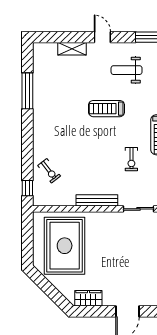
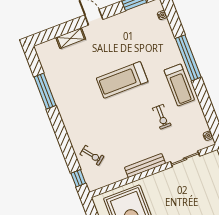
weight bench: (127, 70) -> (127, 39), removed
treadmill: (107, 109) -> (122, 80), width x1.37, depth x1.38

